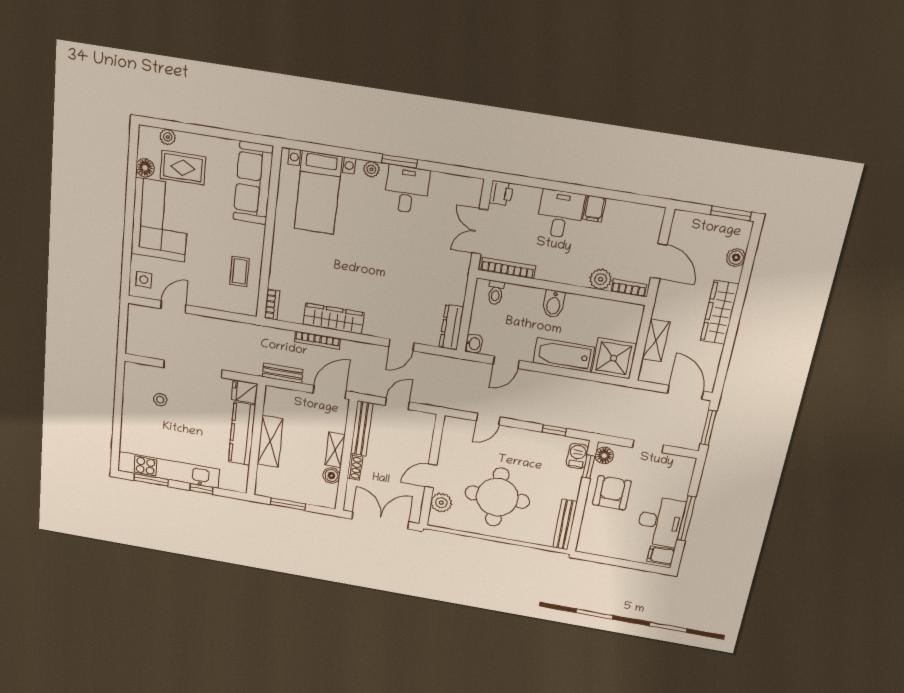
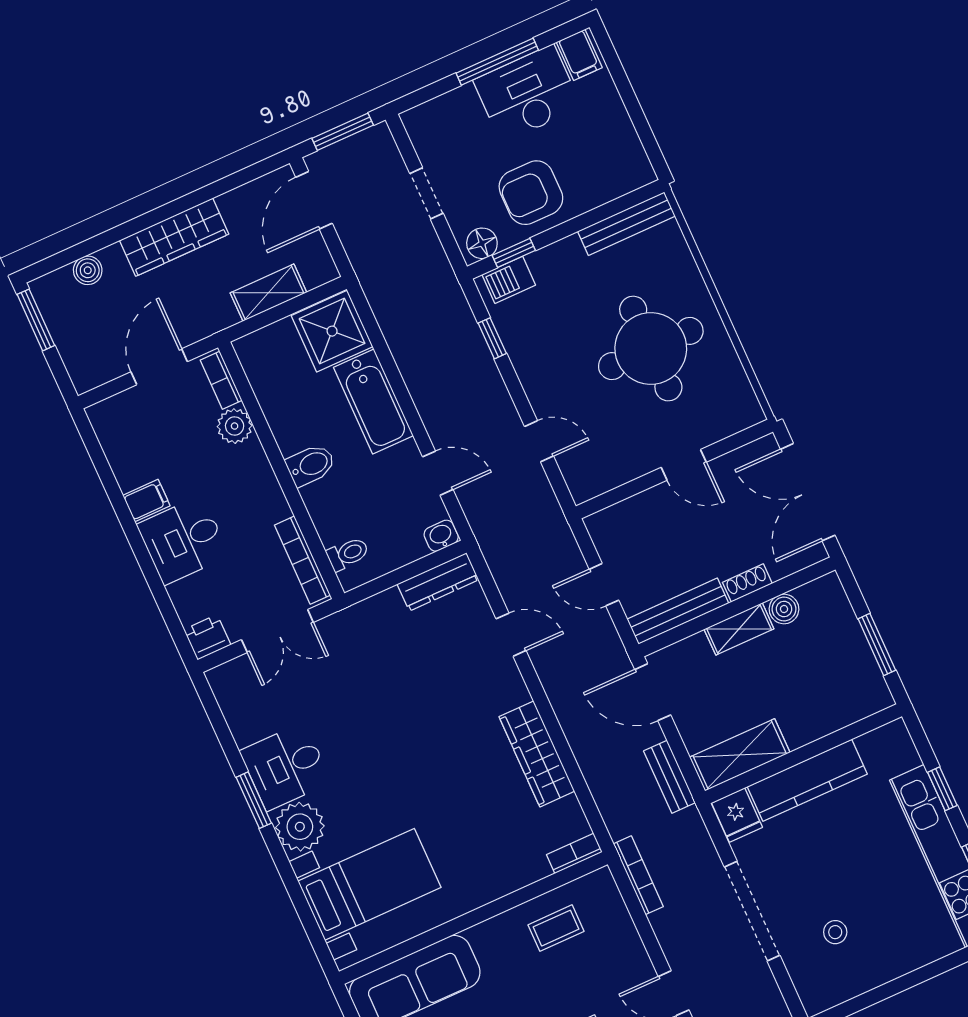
plant: (371, 169) -> (300, 827), width x1.88, depth x1.88
bookcase: (317, 340) -> (638, 875), moved
shelving: (270, 441) -> (740, 755), moved
plant: (441, 503) -> (716, 422), removed

